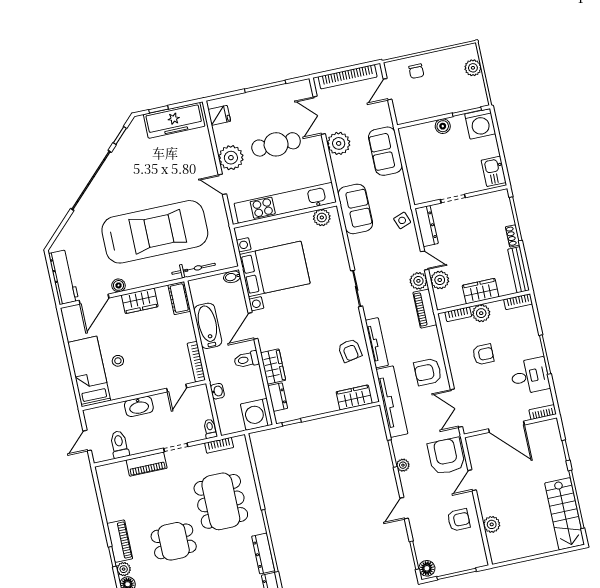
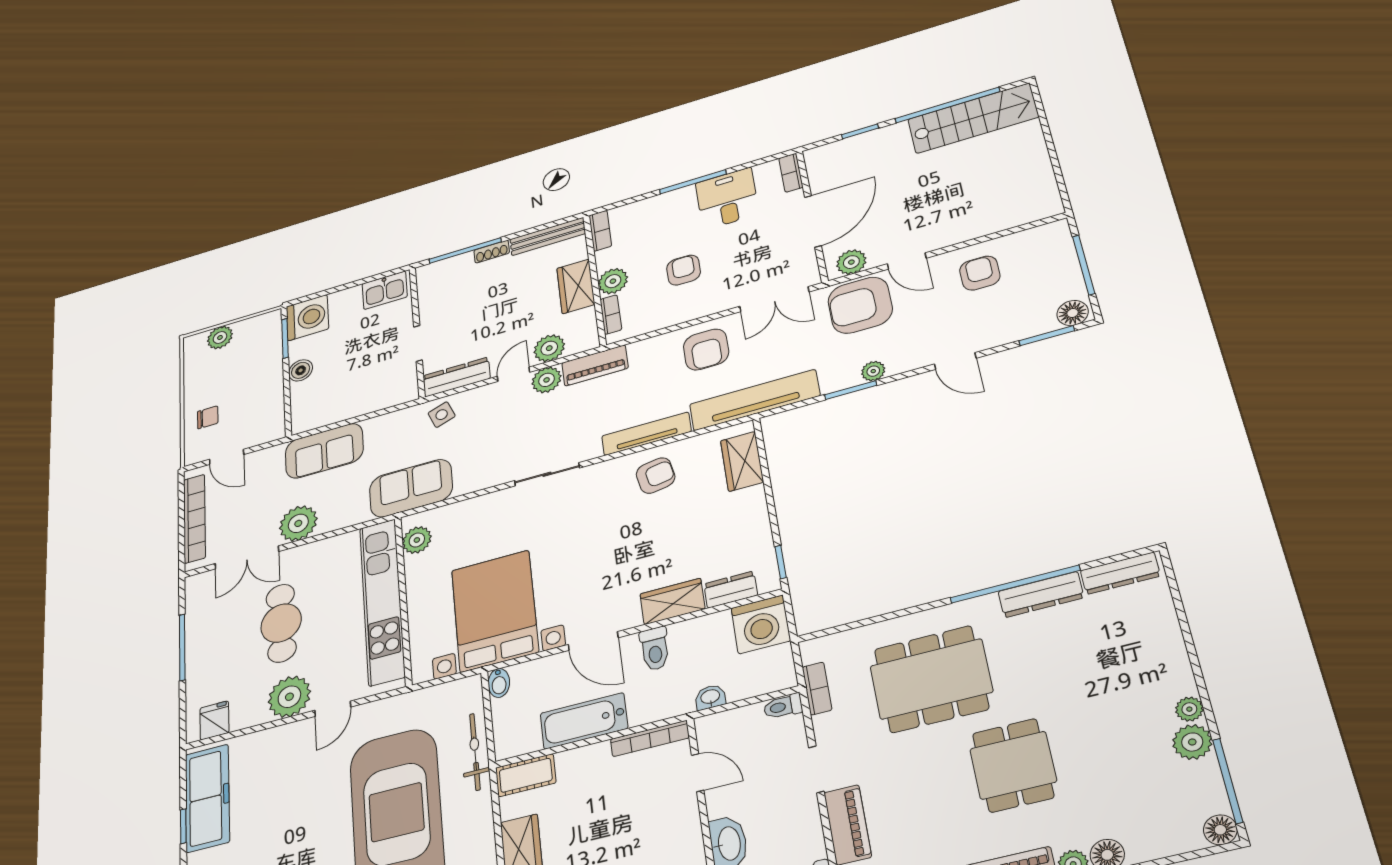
plant: (492, 524) -> (851, 262), moved

